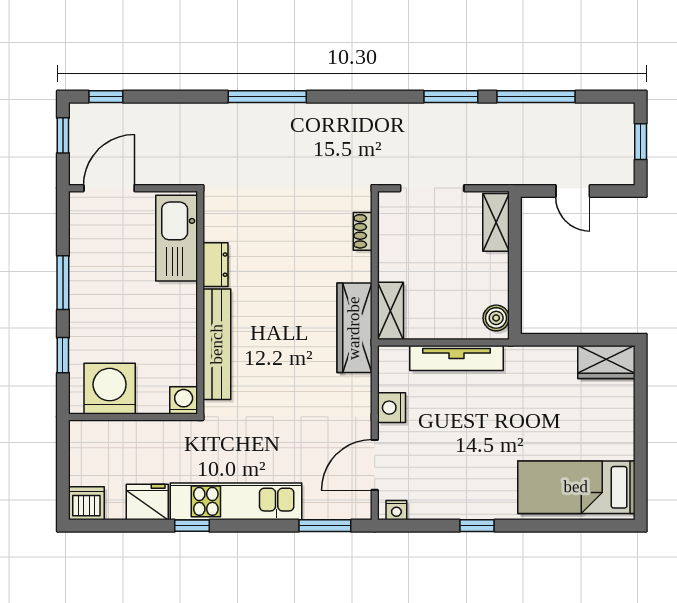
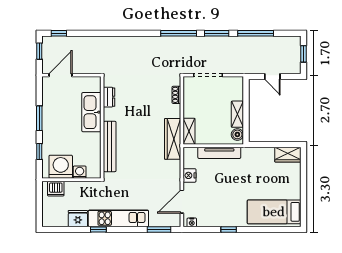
window: (267, 97) -> (179, 33), moved
shelving: (496, 222) -> (237, 114), moved
kitchen sink: (177, 238) -> (91, 112), moved
dresser: (215, 265) -> (109, 97), moved
washing machine: (184, 400) -> (80, 172), moved
dishwasher: (86, 503) -> (56, 189), moved, turned 180

